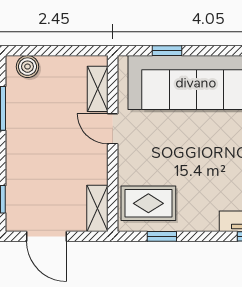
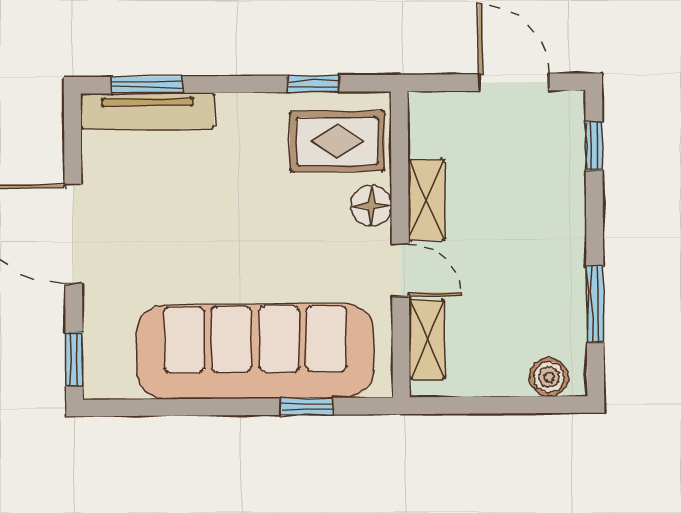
floor lamp: (129, 166) -> (371, 206), added
shelving: (97, 208) -> (426, 200), moved

